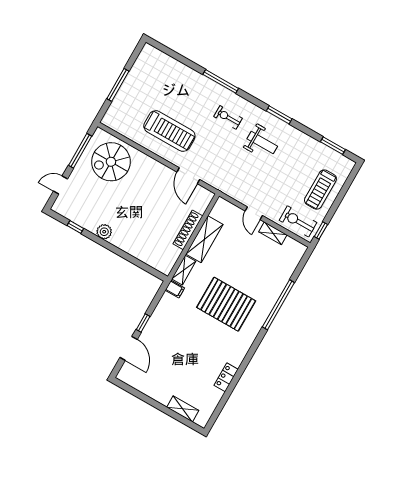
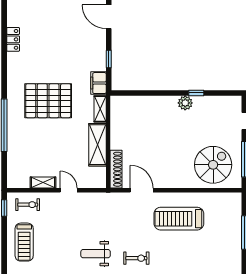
treadmill: (320, 190) -> (24, 242), turned 180
exercise bike: (298, 221) -> (28, 205), width x0.73, depth x0.72
window: (75, 227) -> (196, 93), moved
shoe rack: (188, 230) -> (116, 169), moved
filing cabinet: (175, 289) -> (98, 83), width x2.00
window: (143, 323) -> (109, 59), moved

